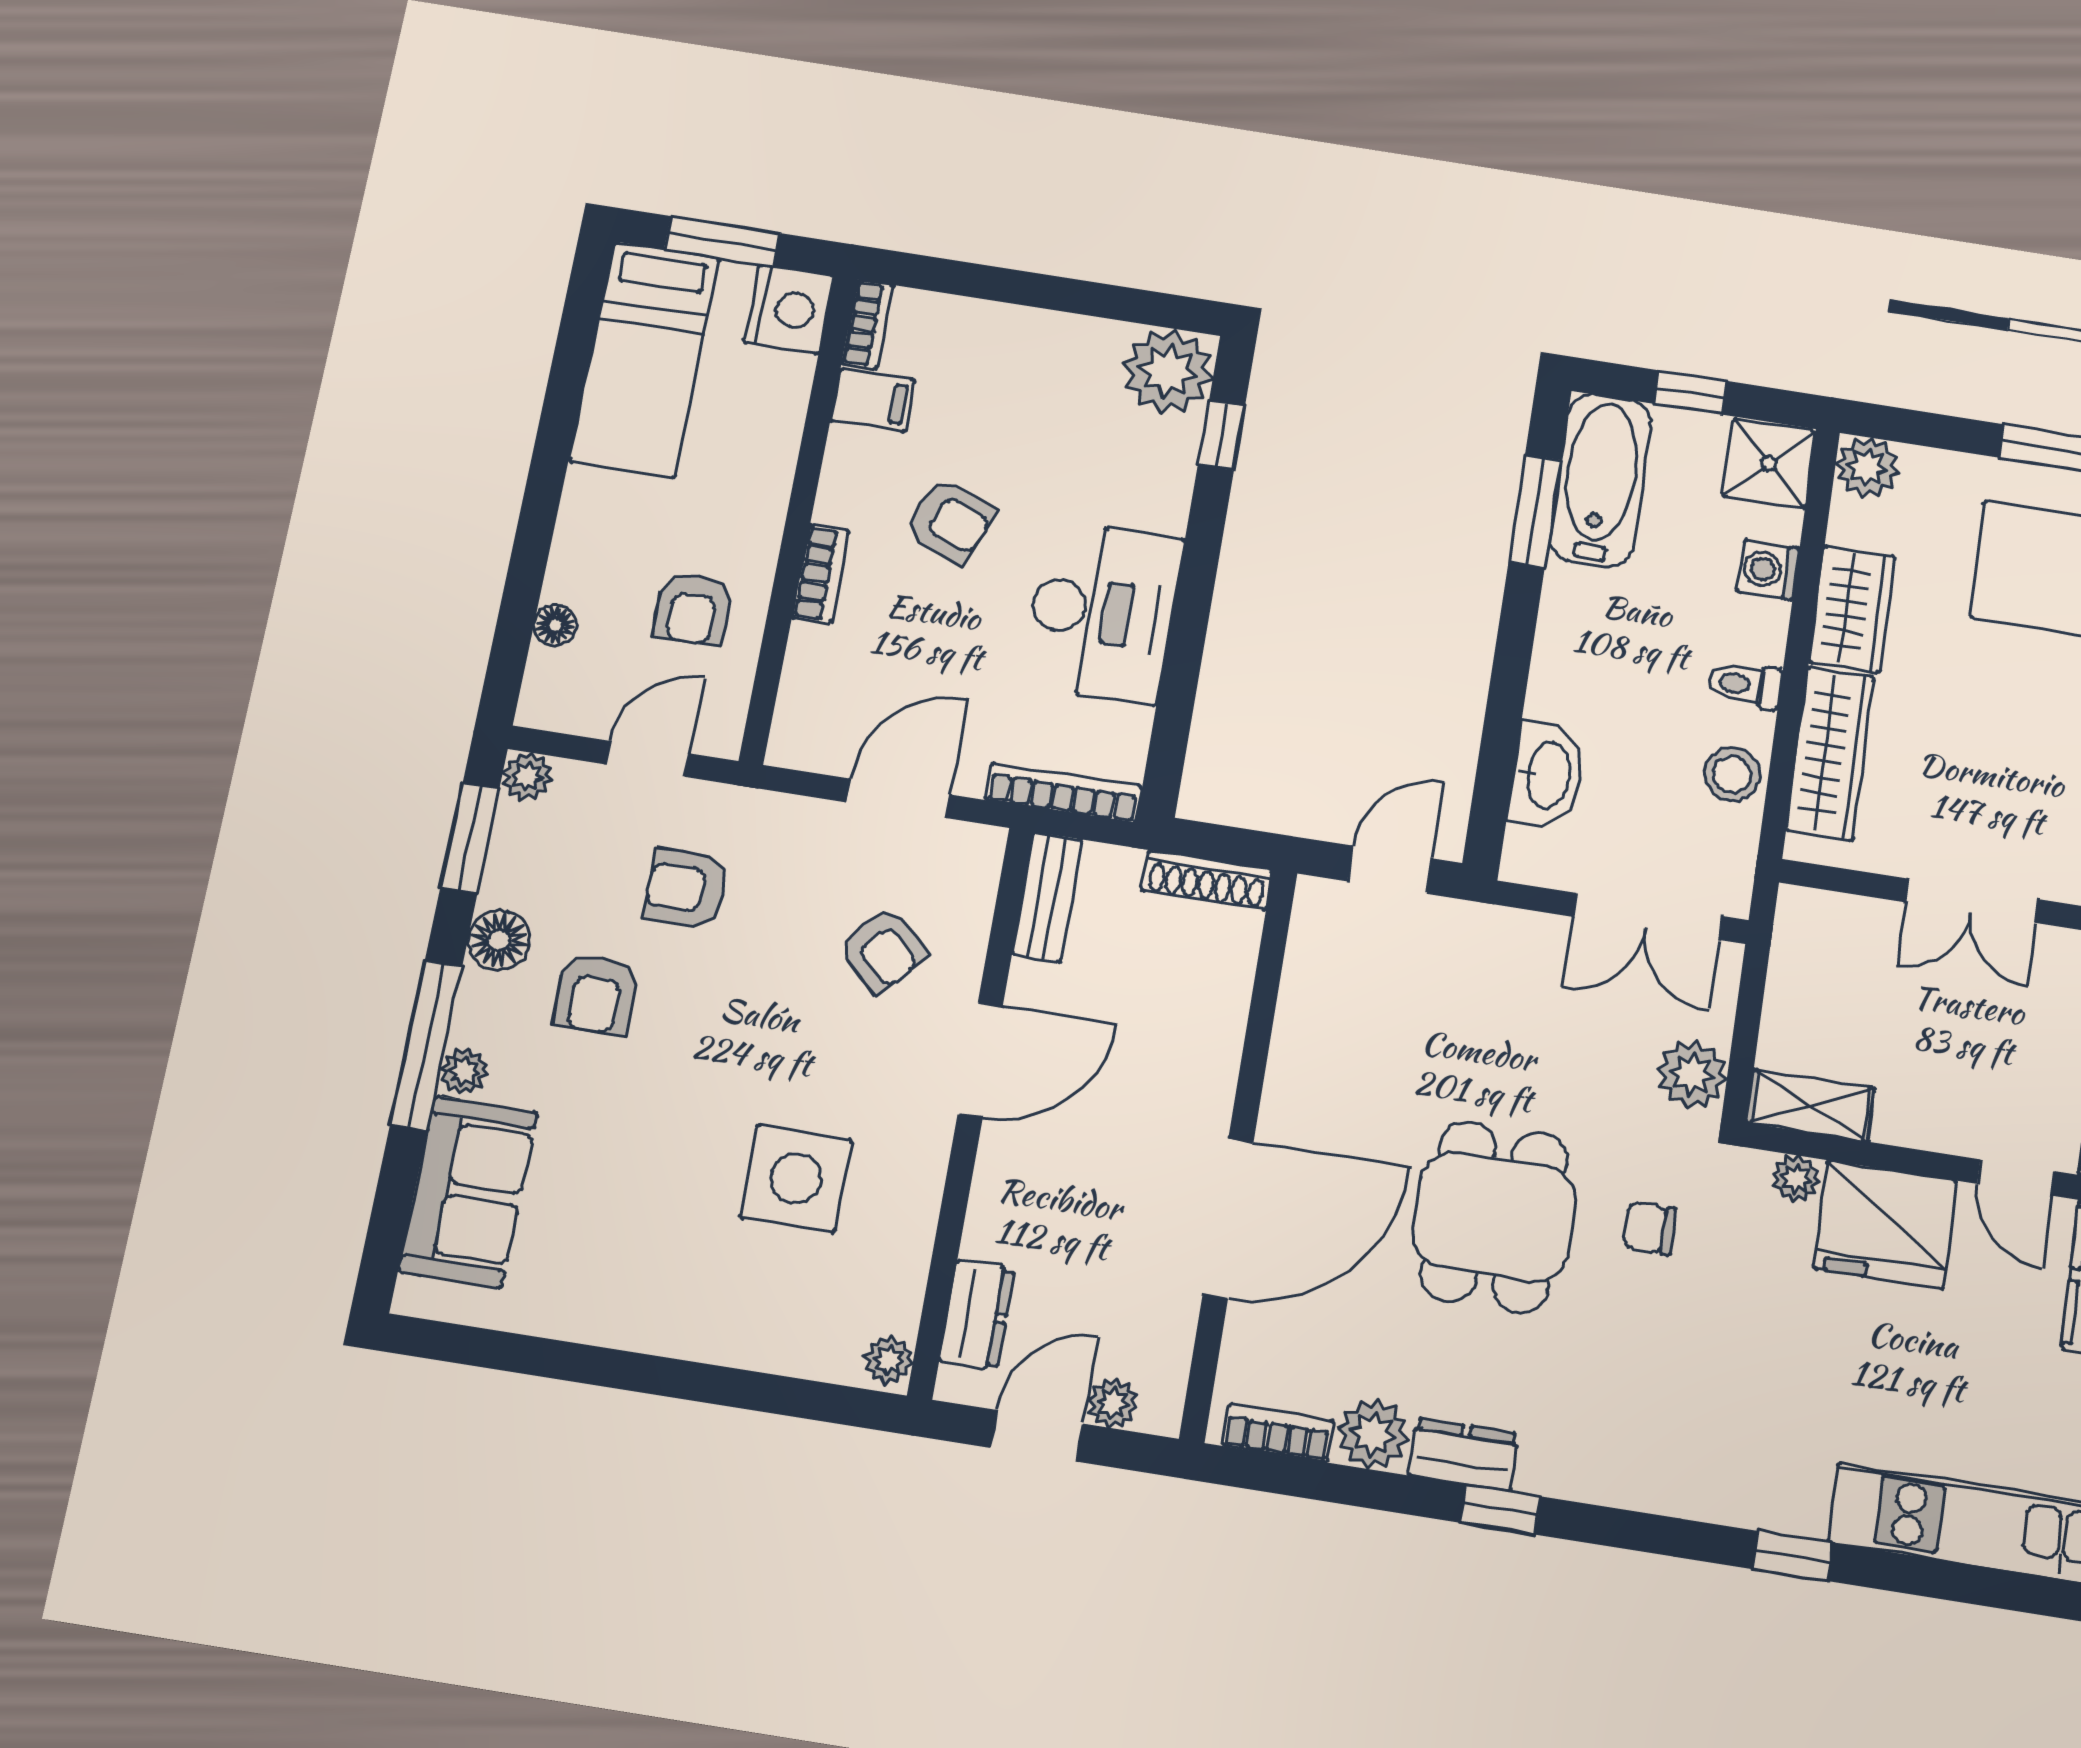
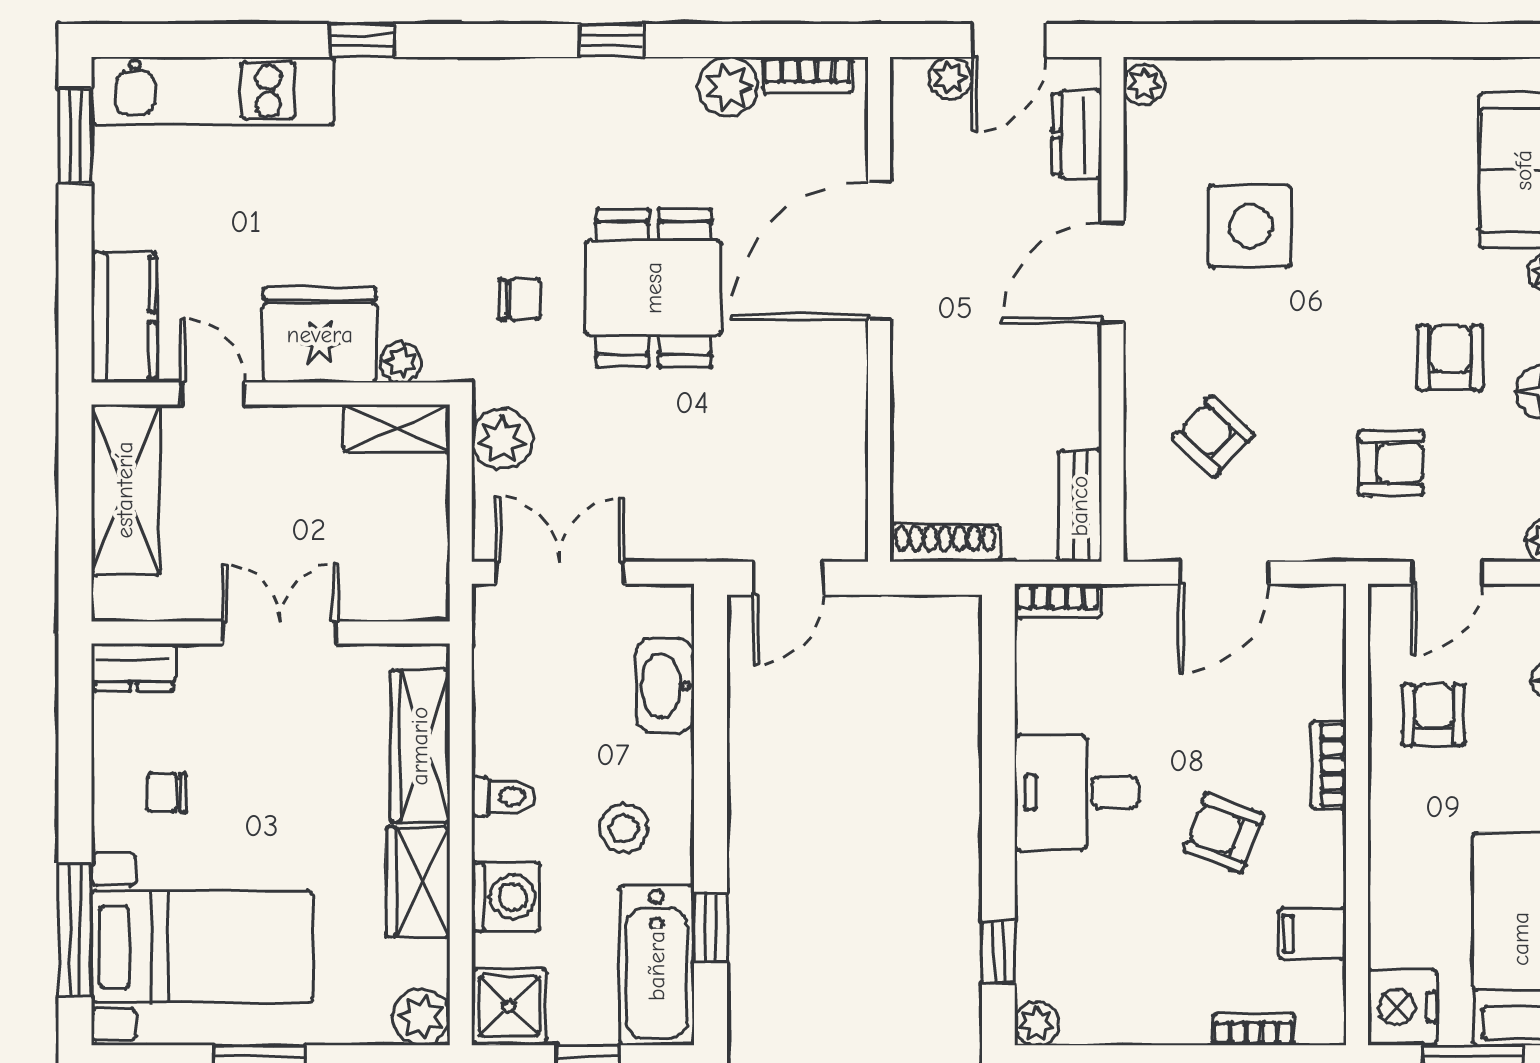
bookcase: (868, 324) -> (1254, 1029), moved, turned 90
plant: (1168, 371) -> (1037, 1024), width x0.53, depth x0.53
window: (1535, 511) -> (711, 927), width x0.67
washing machine: (1768, 570) -> (506, 897), width x1.38, depth x1.38
desk: (1102, 612) -> (1077, 792), width x0.73
stool: (1732, 774) -> (624, 828), moved
bookcase: (1063, 793) -> (1058, 601), width x0.64
door: (980, 1060) -> (1113, 273), moved
dresser: (1463, 1455) -> (650, 82), removed

